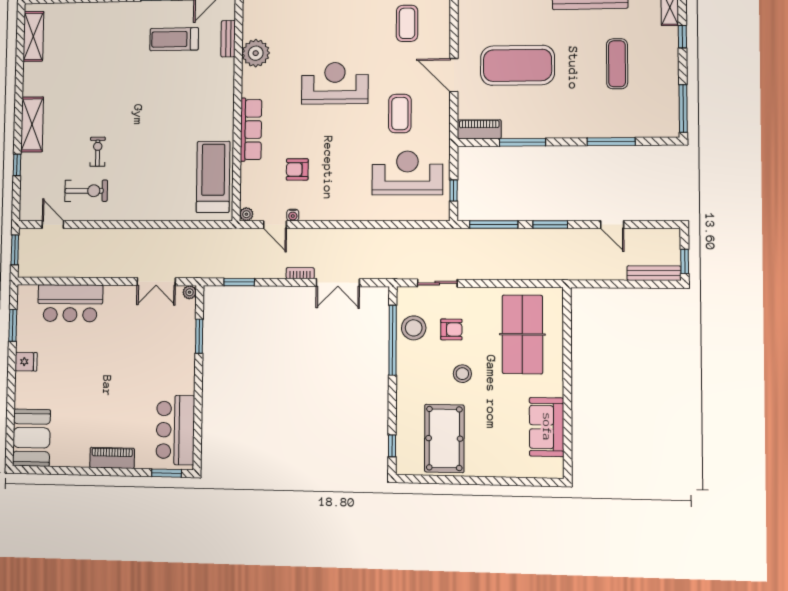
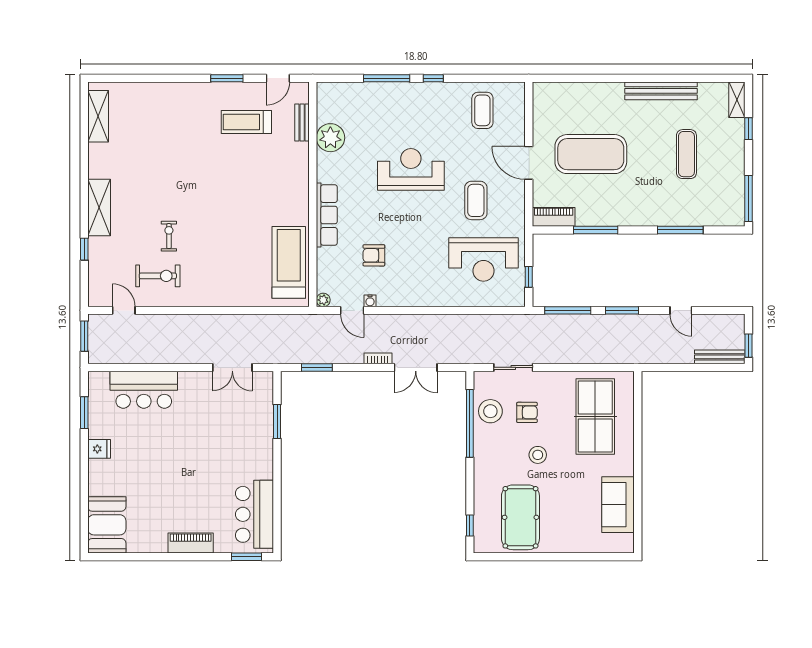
reception desk: (407, 173) -> (483, 259), turned 180
plant: (190, 292) -> (267, 378), removed

